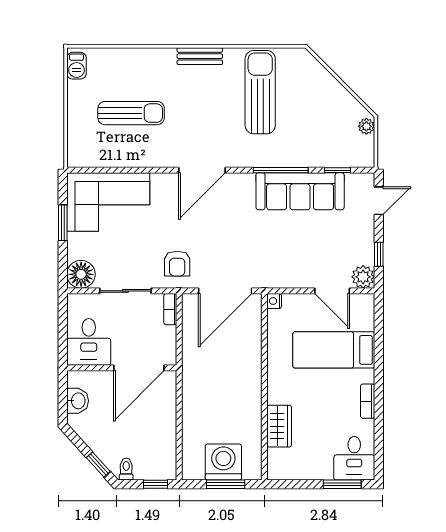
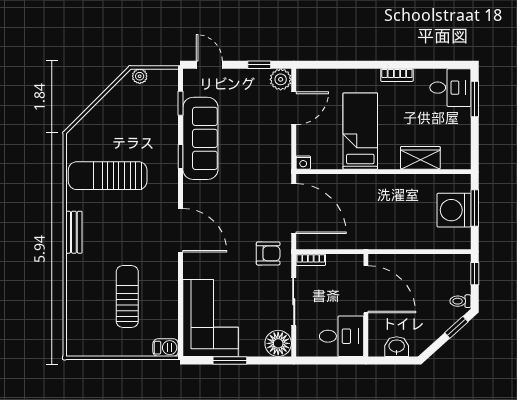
barbecue: (77, 66) -> (166, 348), moved
window: (281, 170) -> (181, 156), width x0.46
bed: (334, 350) -> (360, 131), moved, turned 180

